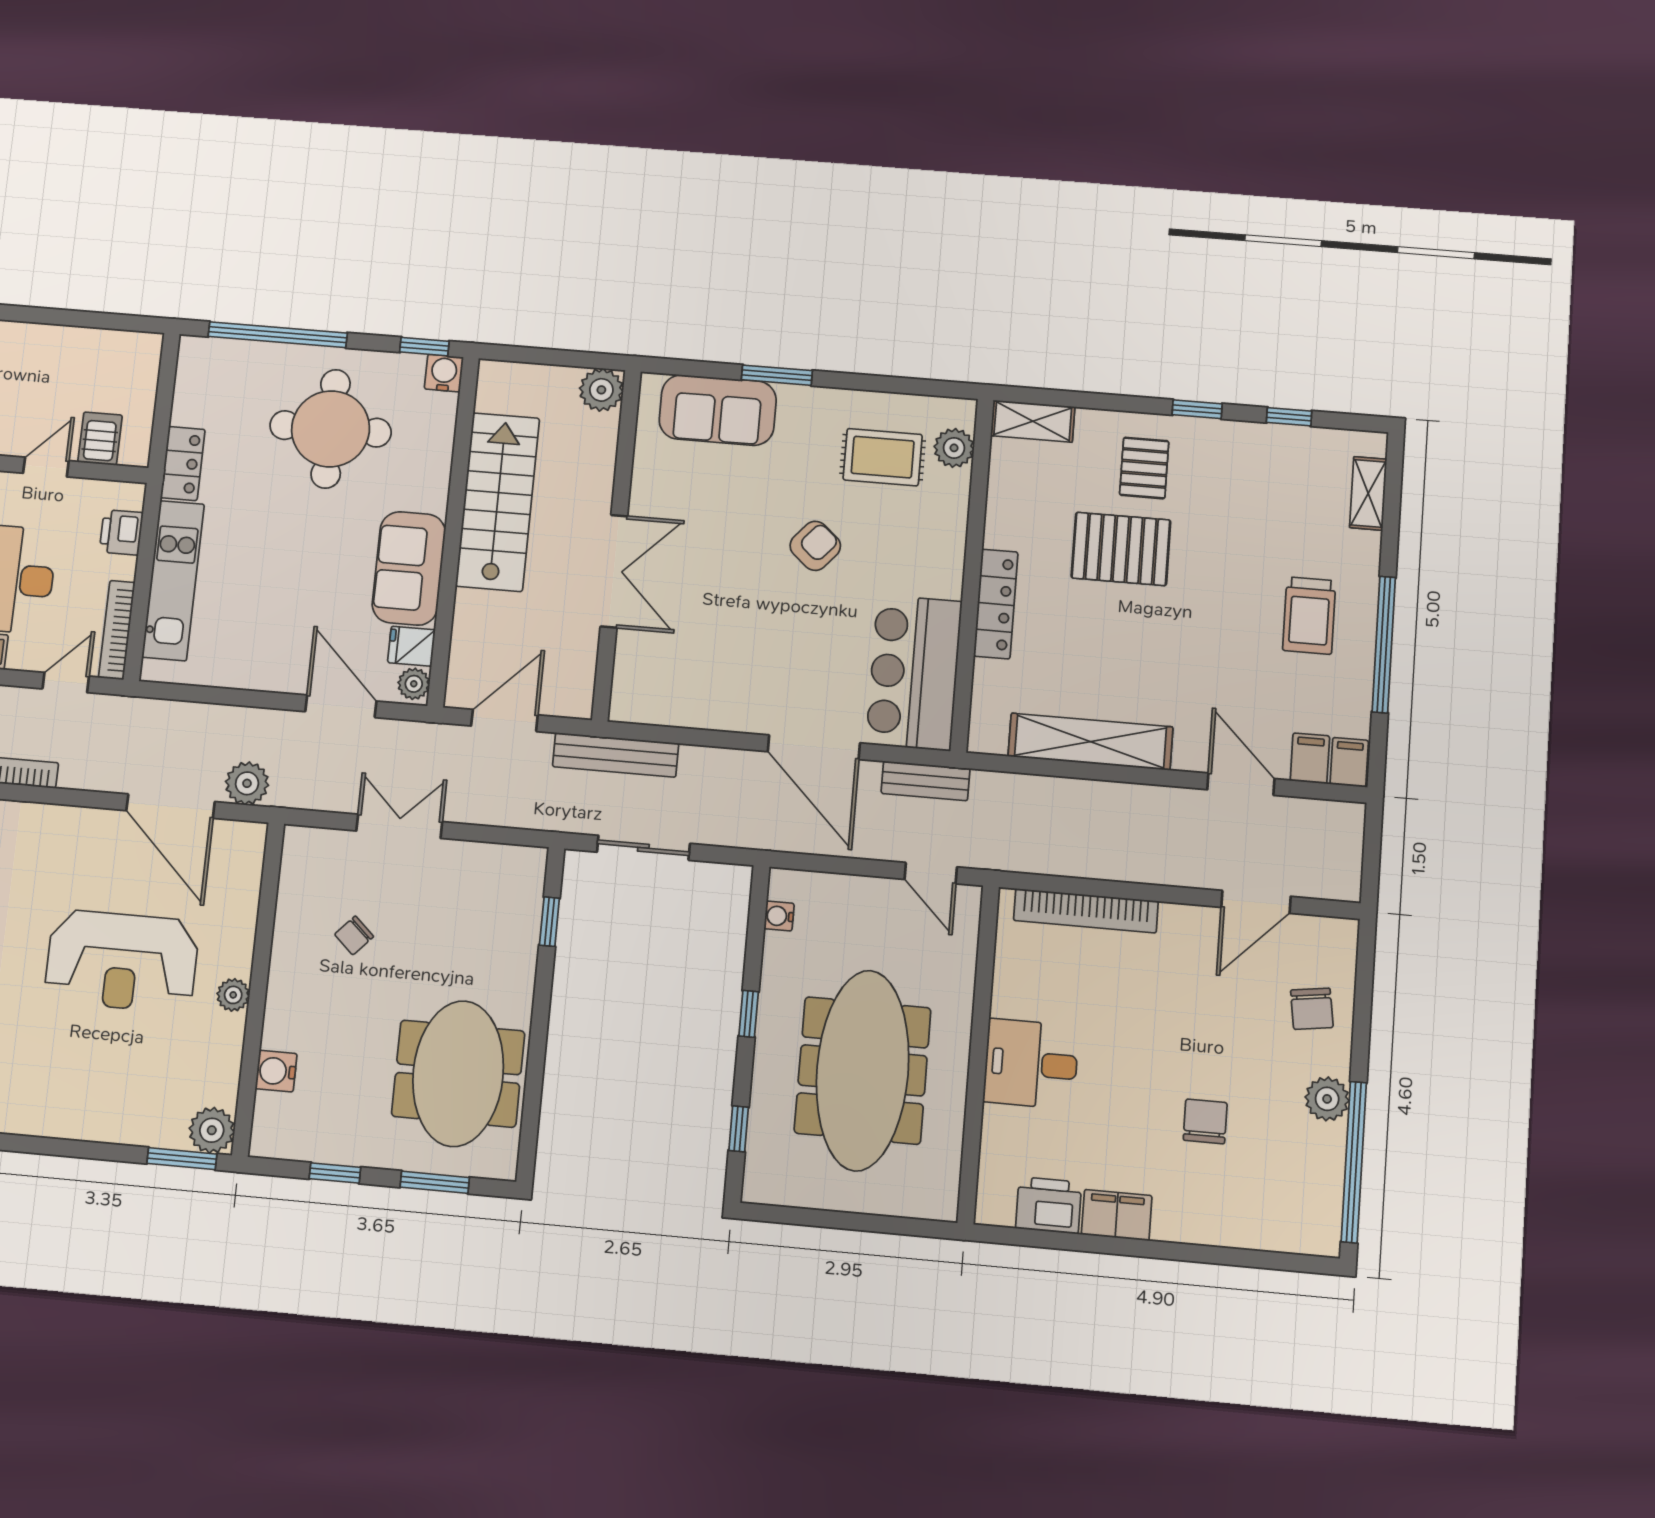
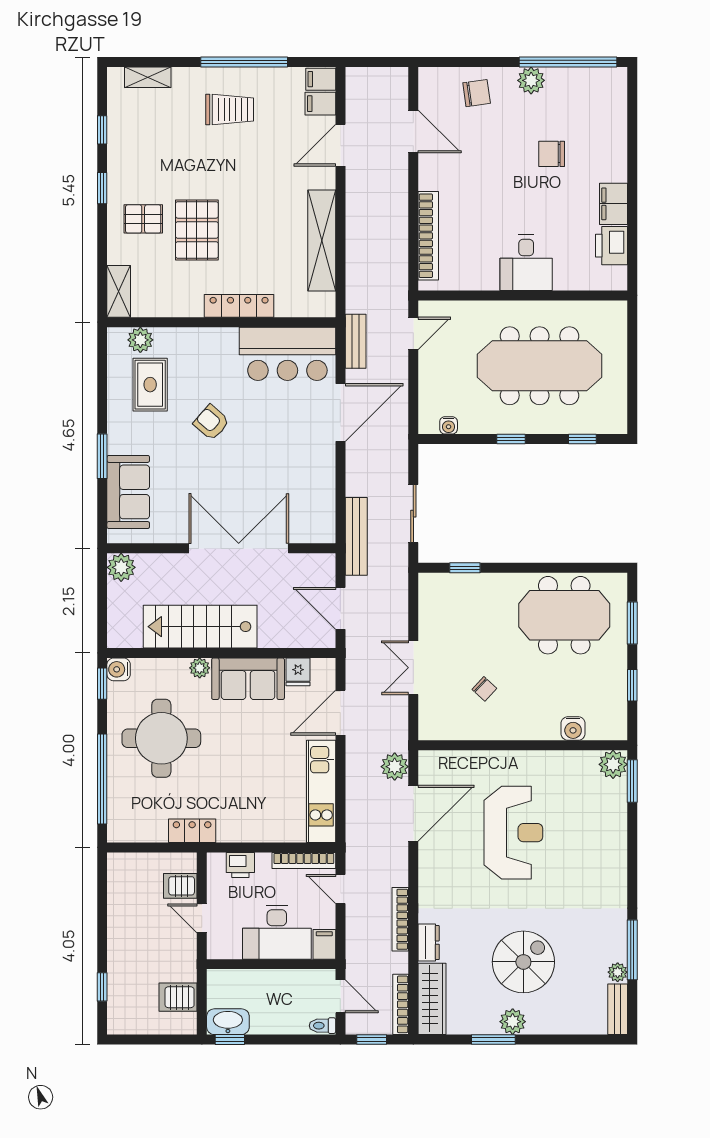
double door: (614, 571) -> (239, 548), width x1.36
kitchen unit: (173, 580) -> (321, 791), moved, turned -90
plant: (414, 684) -> (200, 668), moved
plant: (233, 995) -> (528, 760), removed

